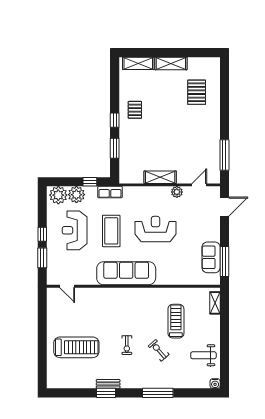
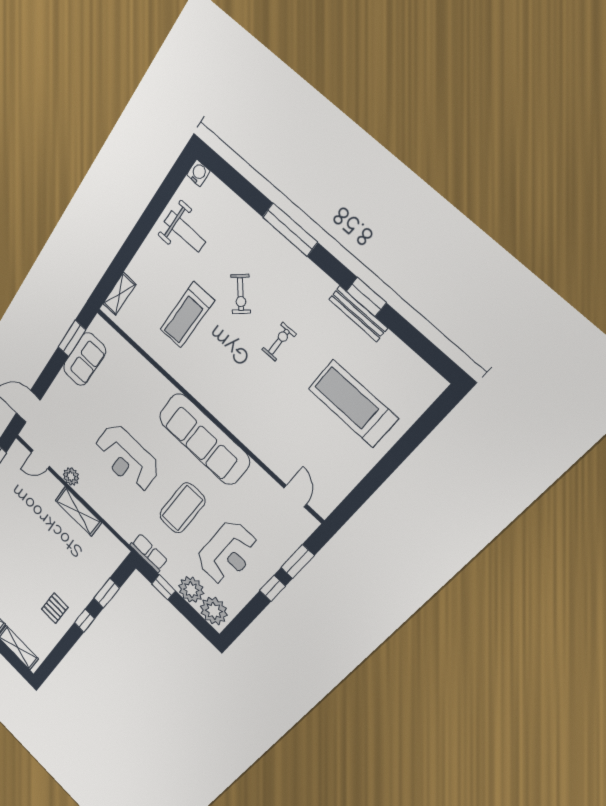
window: (224, 262) -> (72, 338), width x0.69
bench: (108, 384) -> (358, 314), width x1.36

